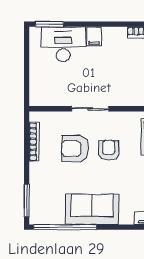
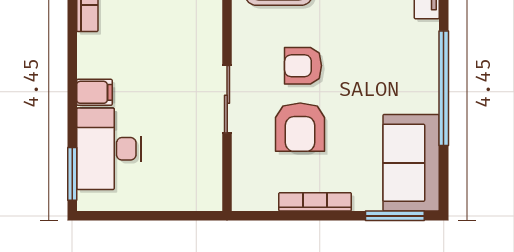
bookcase: (34, 142) -> (315, 202), moved
sofa: (92, 209) -> (411, 163), moved
window: (65, 227) -> (444, 88), moved

